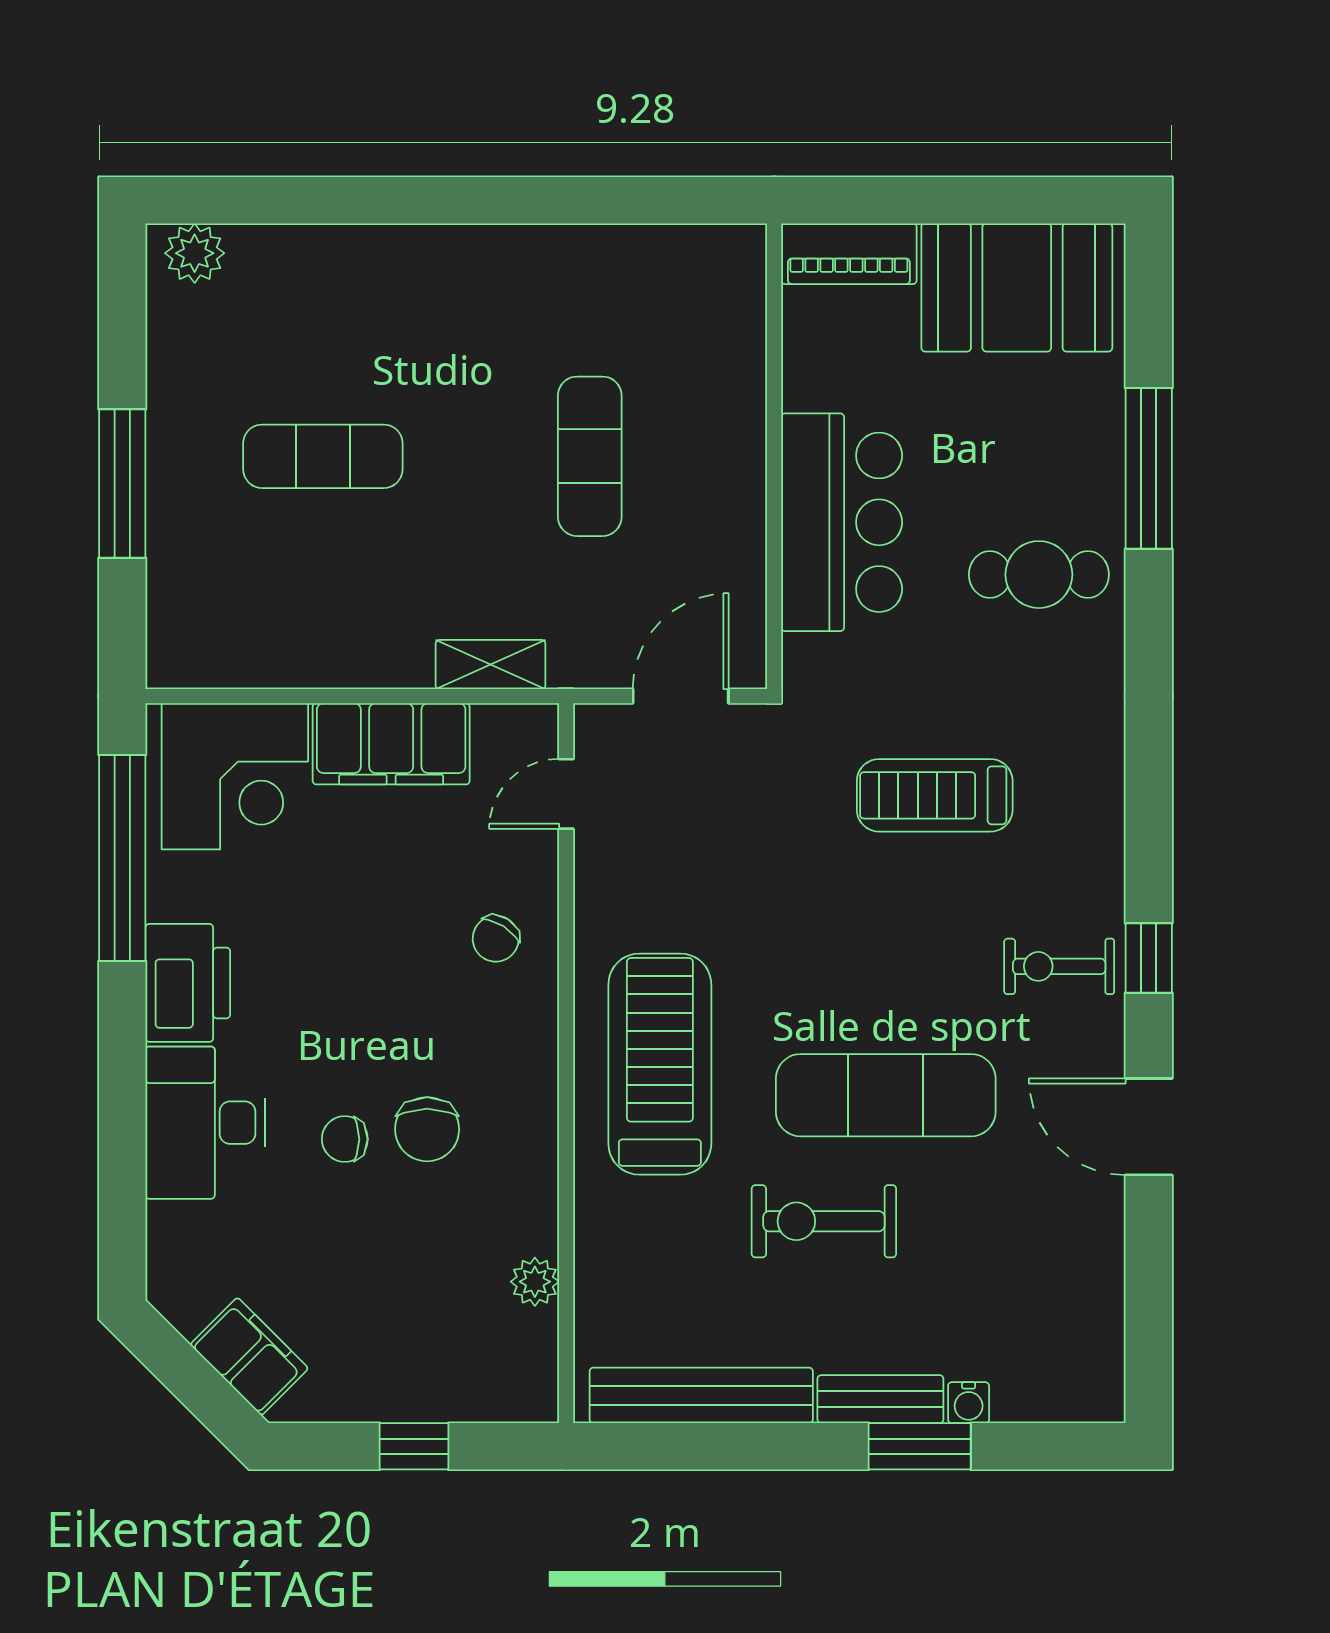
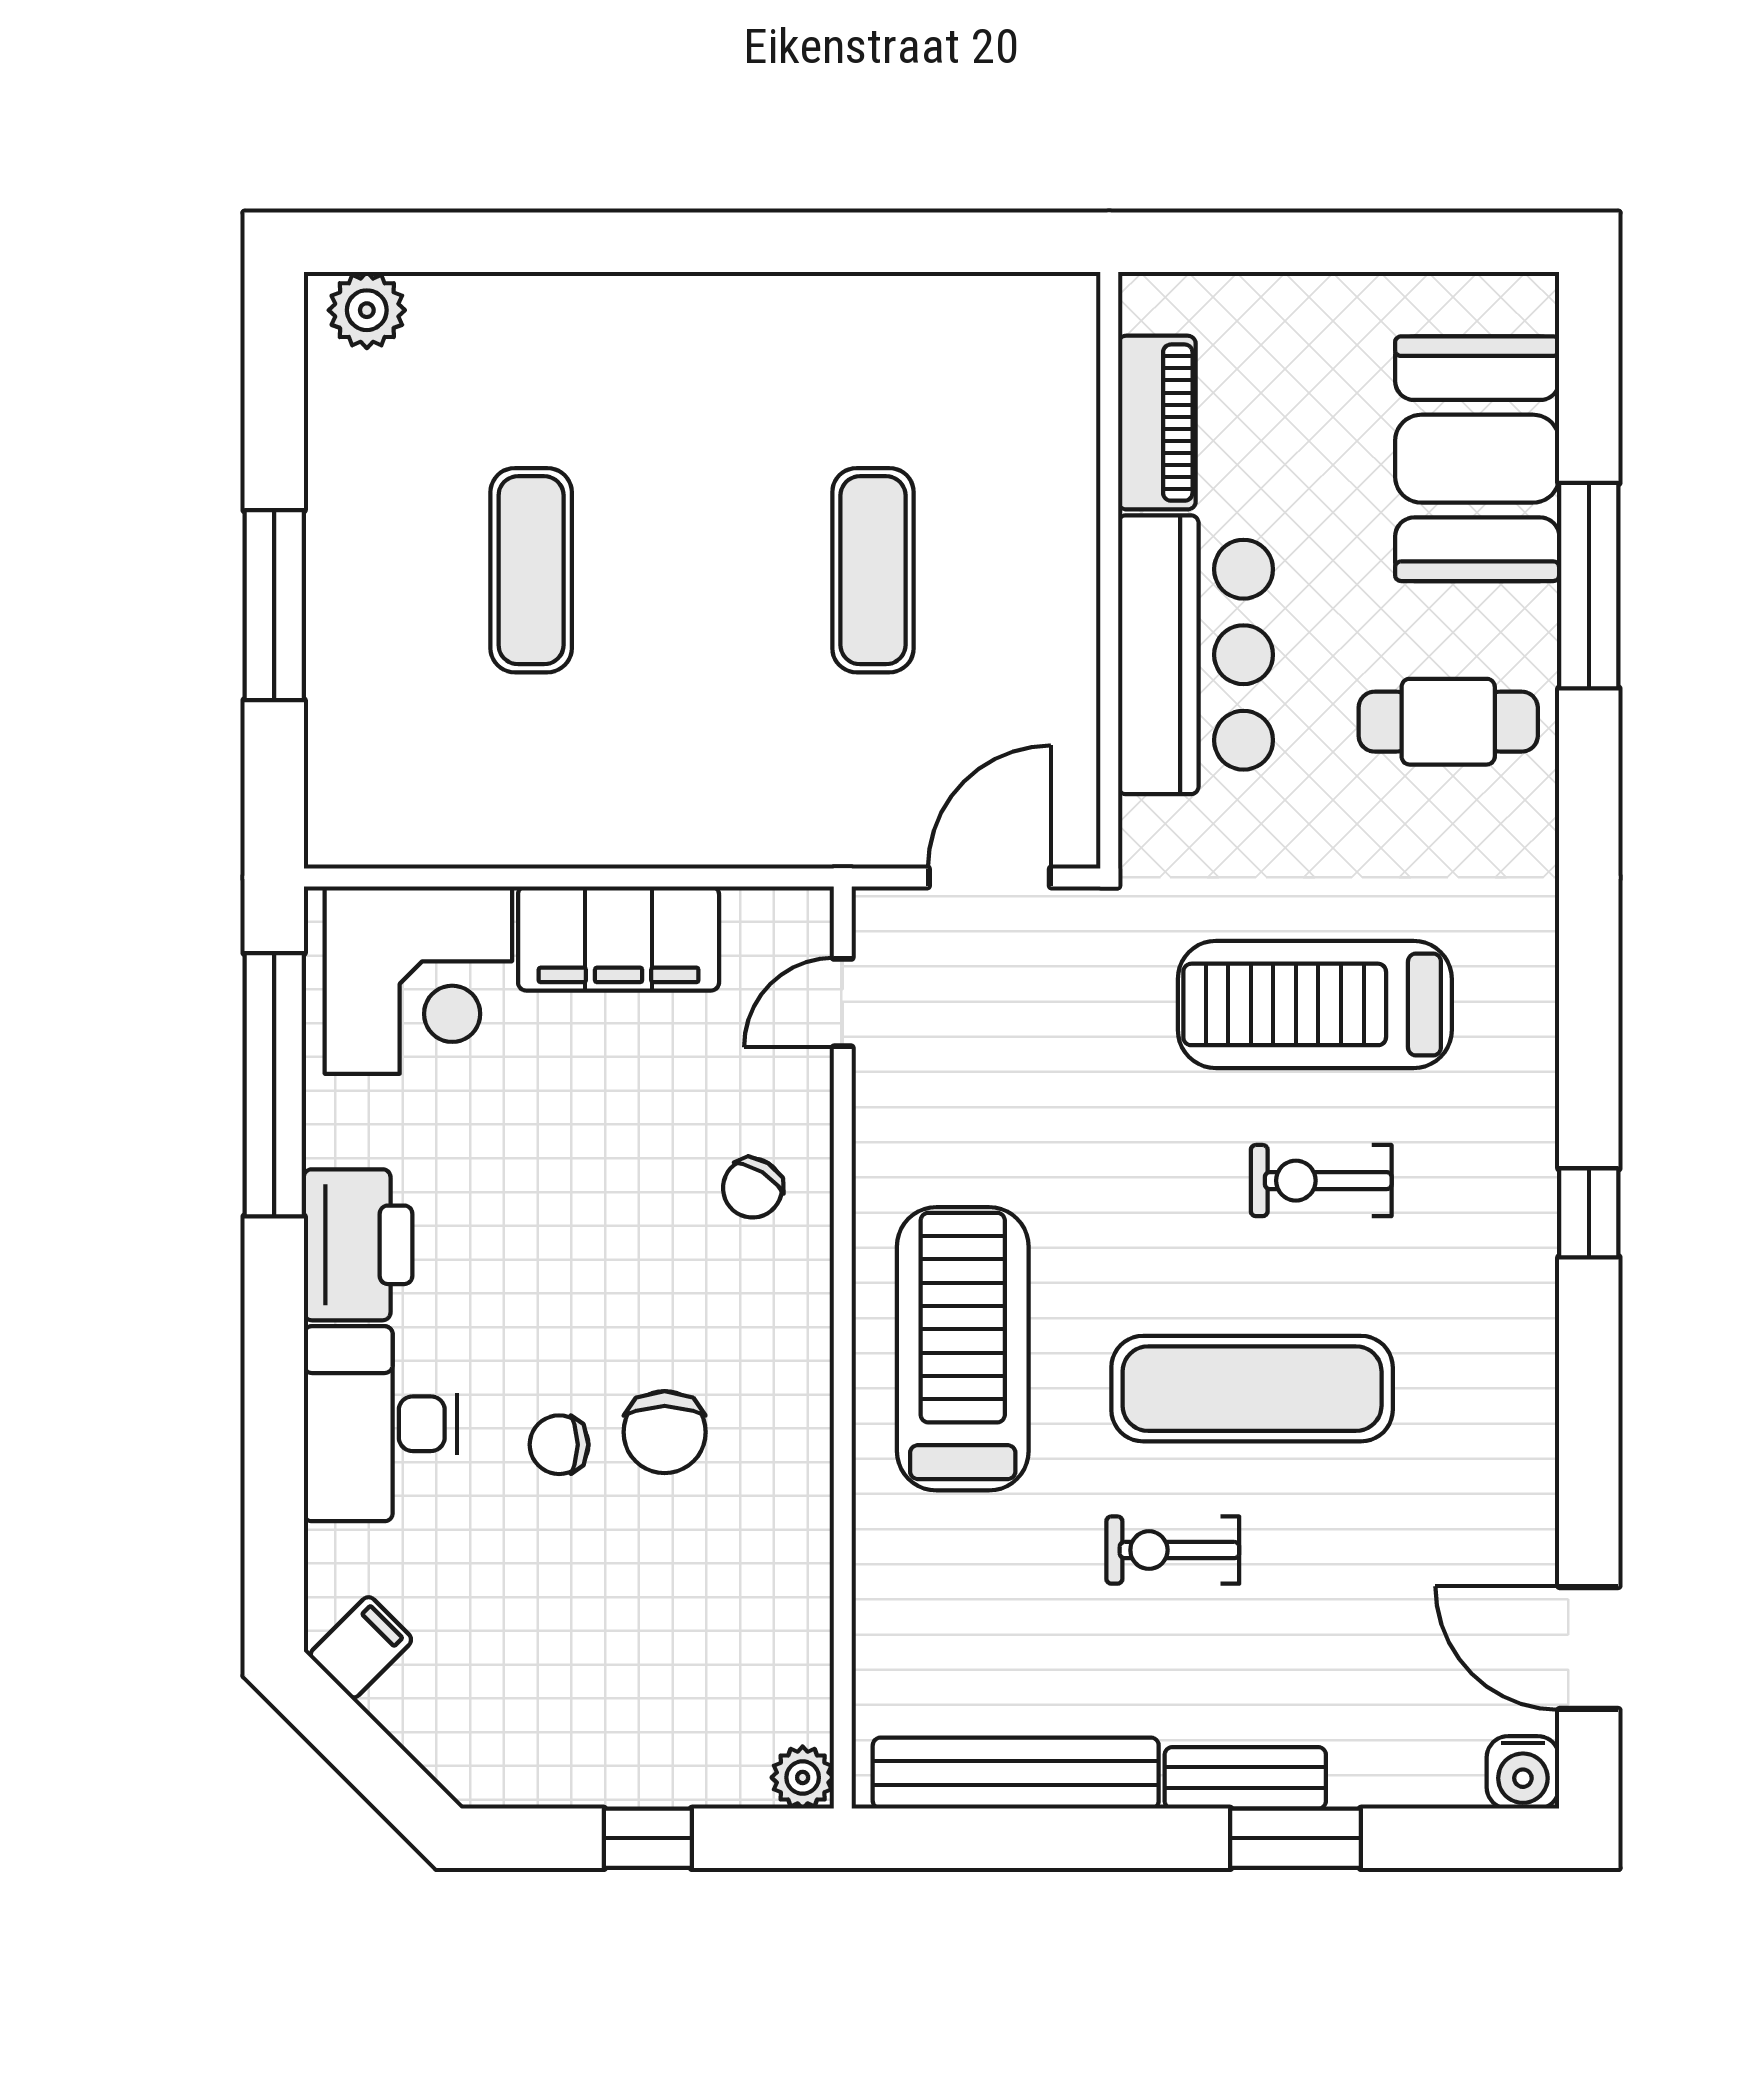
piano: (849, 254) -> (1157, 423), moved, turned -90
booth: (1017, 287) -> (1477, 459), moved, turned 90
exercise mat: (323, 456) -> (531, 570), turned 90
shelving: (491, 665) -> (746, 837), removed
treadmill: (935, 795) -> (1315, 1004), width x1.37, depth x1.38
exercise bike: (1059, 966) -> (1321, 1181), moved
door: (1149, 1127) -> (1589, 1648), moved
exercise bike: (824, 1221) -> (1173, 1550), width x0.73, depth x0.72
plant: (535, 1282) -> (803, 1777), moved
filing cabinet: (249, 1356) -> (361, 1647), moved, width x0.50
water cooler: (969, 1403) -> (1523, 1772), moved, width x1.38, depth x1.38

